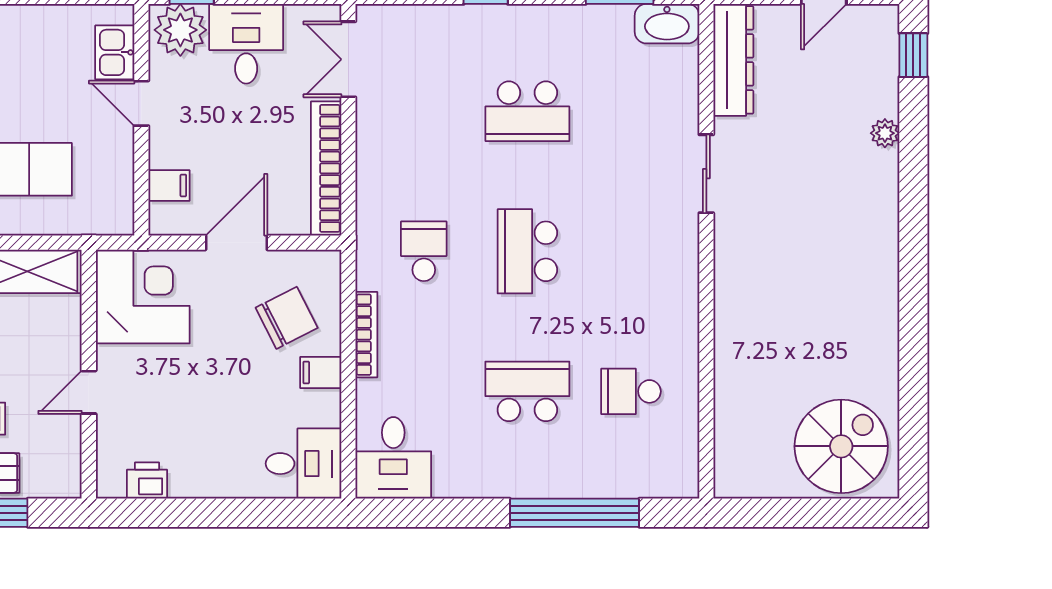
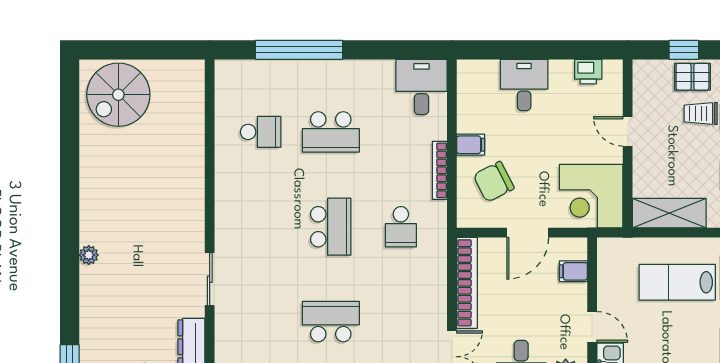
plant: (885, 133) -> (89, 255), moved
door: (89, 392) -> (628, 131), swing flipped
desk: (304, 464) -> (524, 85), moved, turned 90

